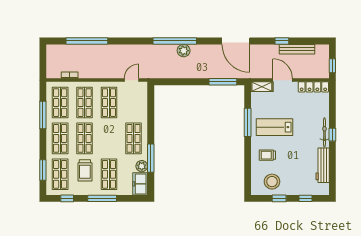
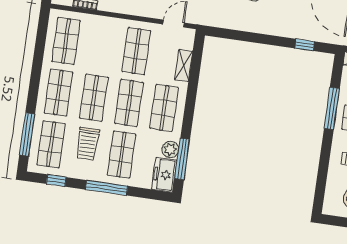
window: (223, 82) -> (305, 45), width x0.46
shop shelf: (85, 103) -> (129, 103), moved
shelving: (143, 108) -> (184, 66), added
window: (43, 115) -> (39, 56), removed
window: (151, 158) -> (182, 159), moved
window: (43, 170) -> (27, 134), width x1.44

